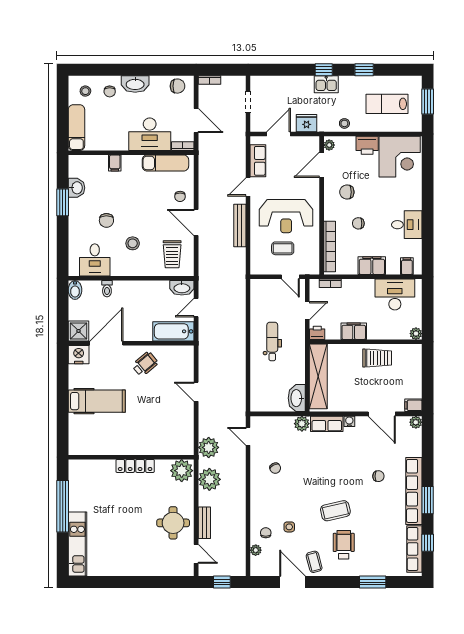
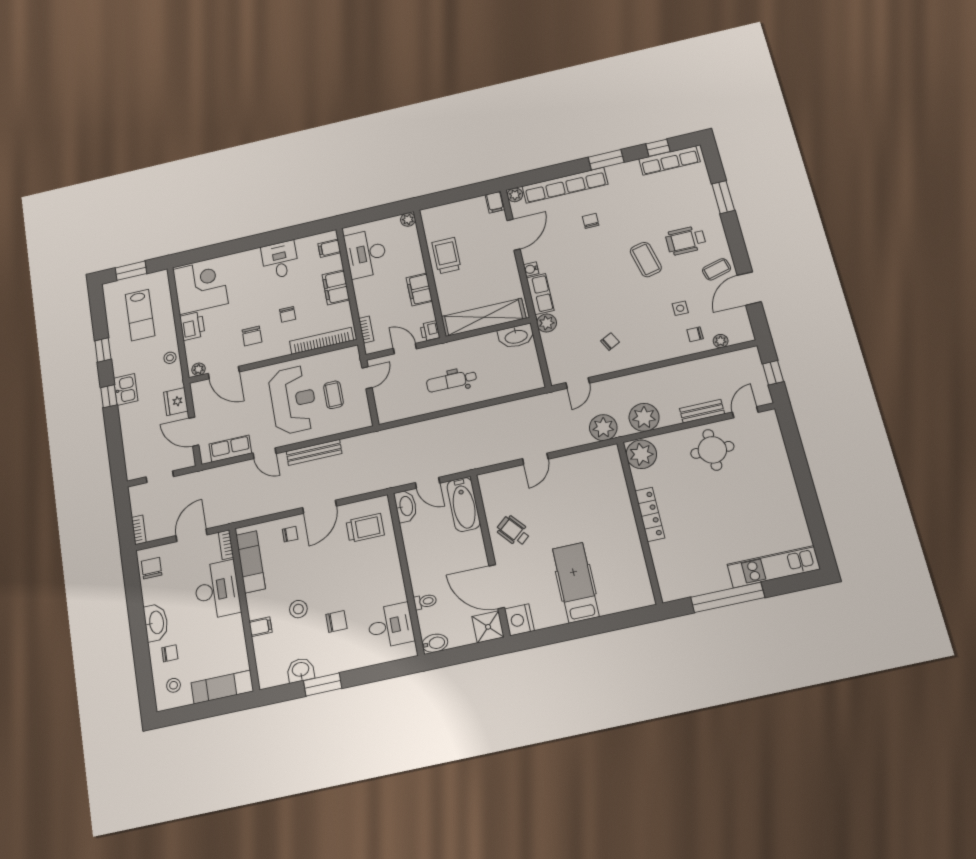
stool: (133, 243) -> (298, 609), moved
row of seats: (414, 491) -> (565, 185), moved

